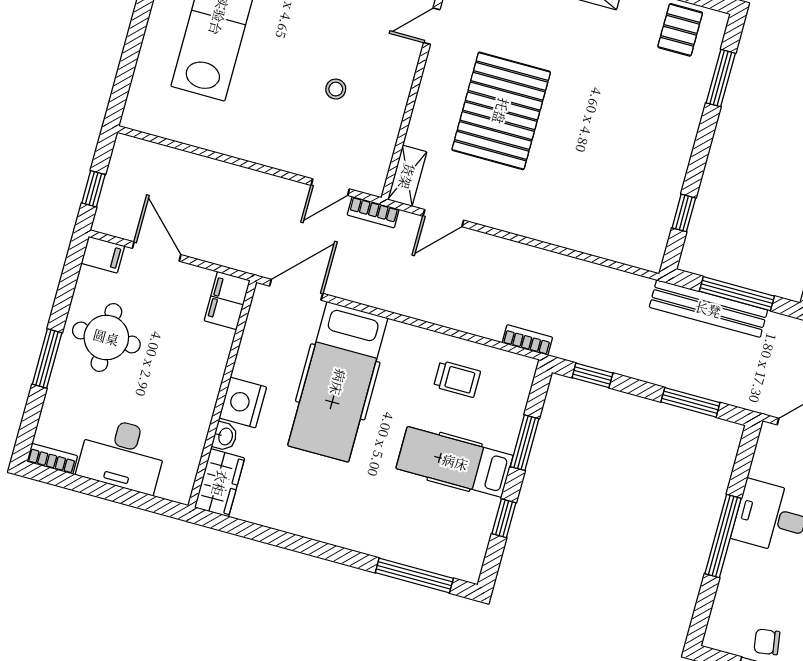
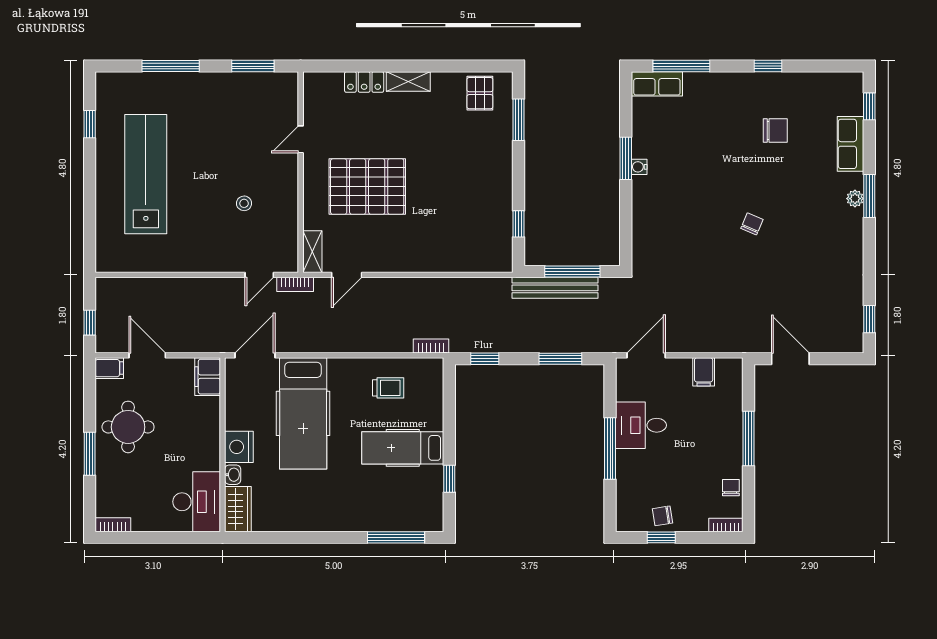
pallet: (501, 111) -> (367, 187), turned 90
window: (525, 443) -> (449, 420), removed
desk: (122, 455) -> (197, 502), moved, turned -90

